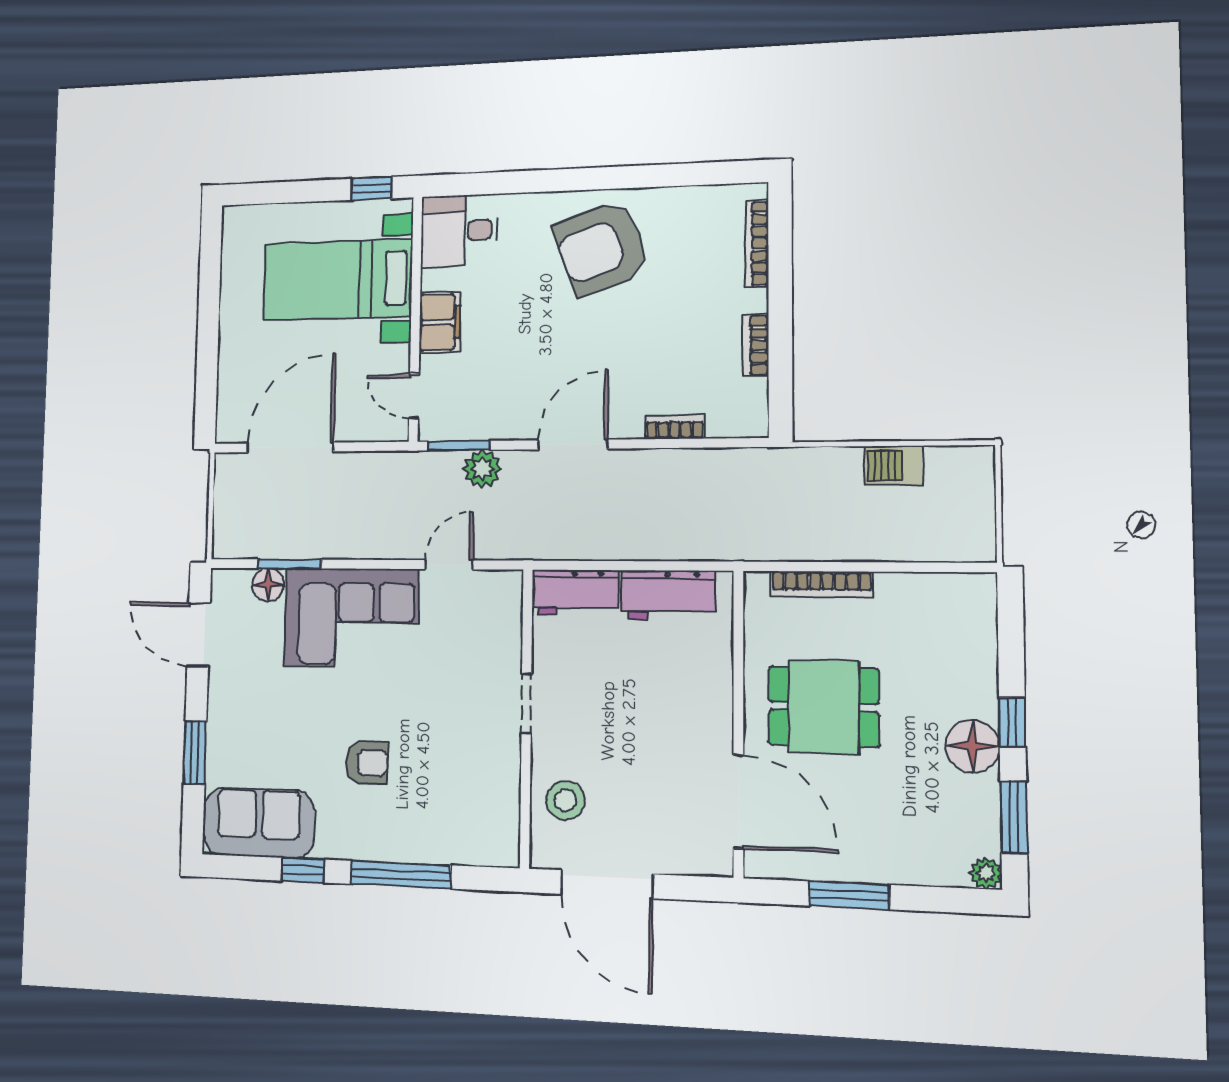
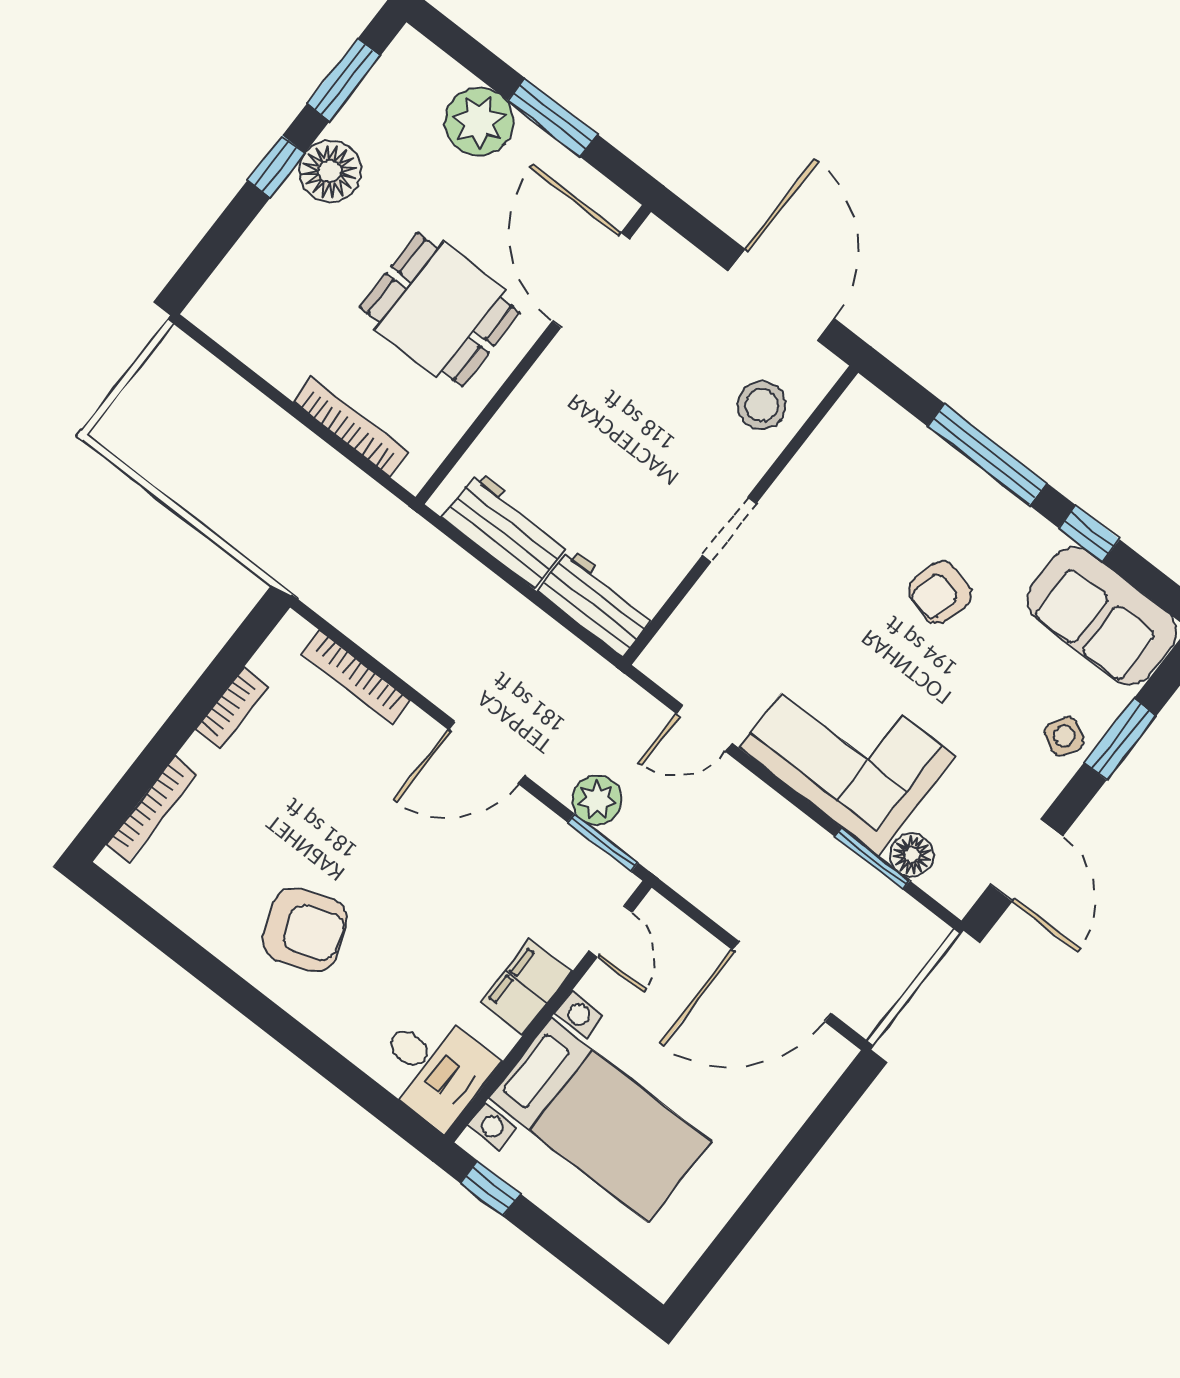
armchair: (602, 248) -> (305, 930), width x0.73, depth x0.73
bookcase: (675, 427) -> (356, 677), width x1.56
barbecue: (893, 466) -> (195, 488), removed
side table: (229, 729) -> (1064, 736), added
armchair: (367, 762) -> (940, 592), turned -74
plant: (986, 873) -> (479, 122), moved, width x1.87, depth x1.87

